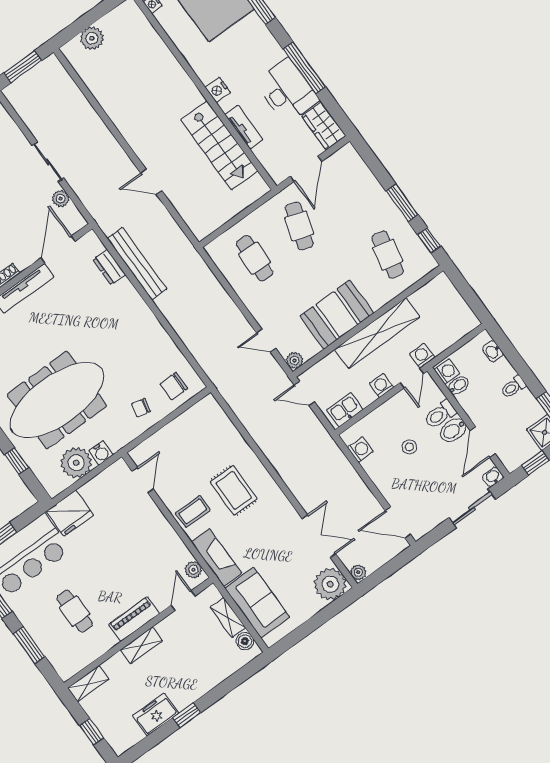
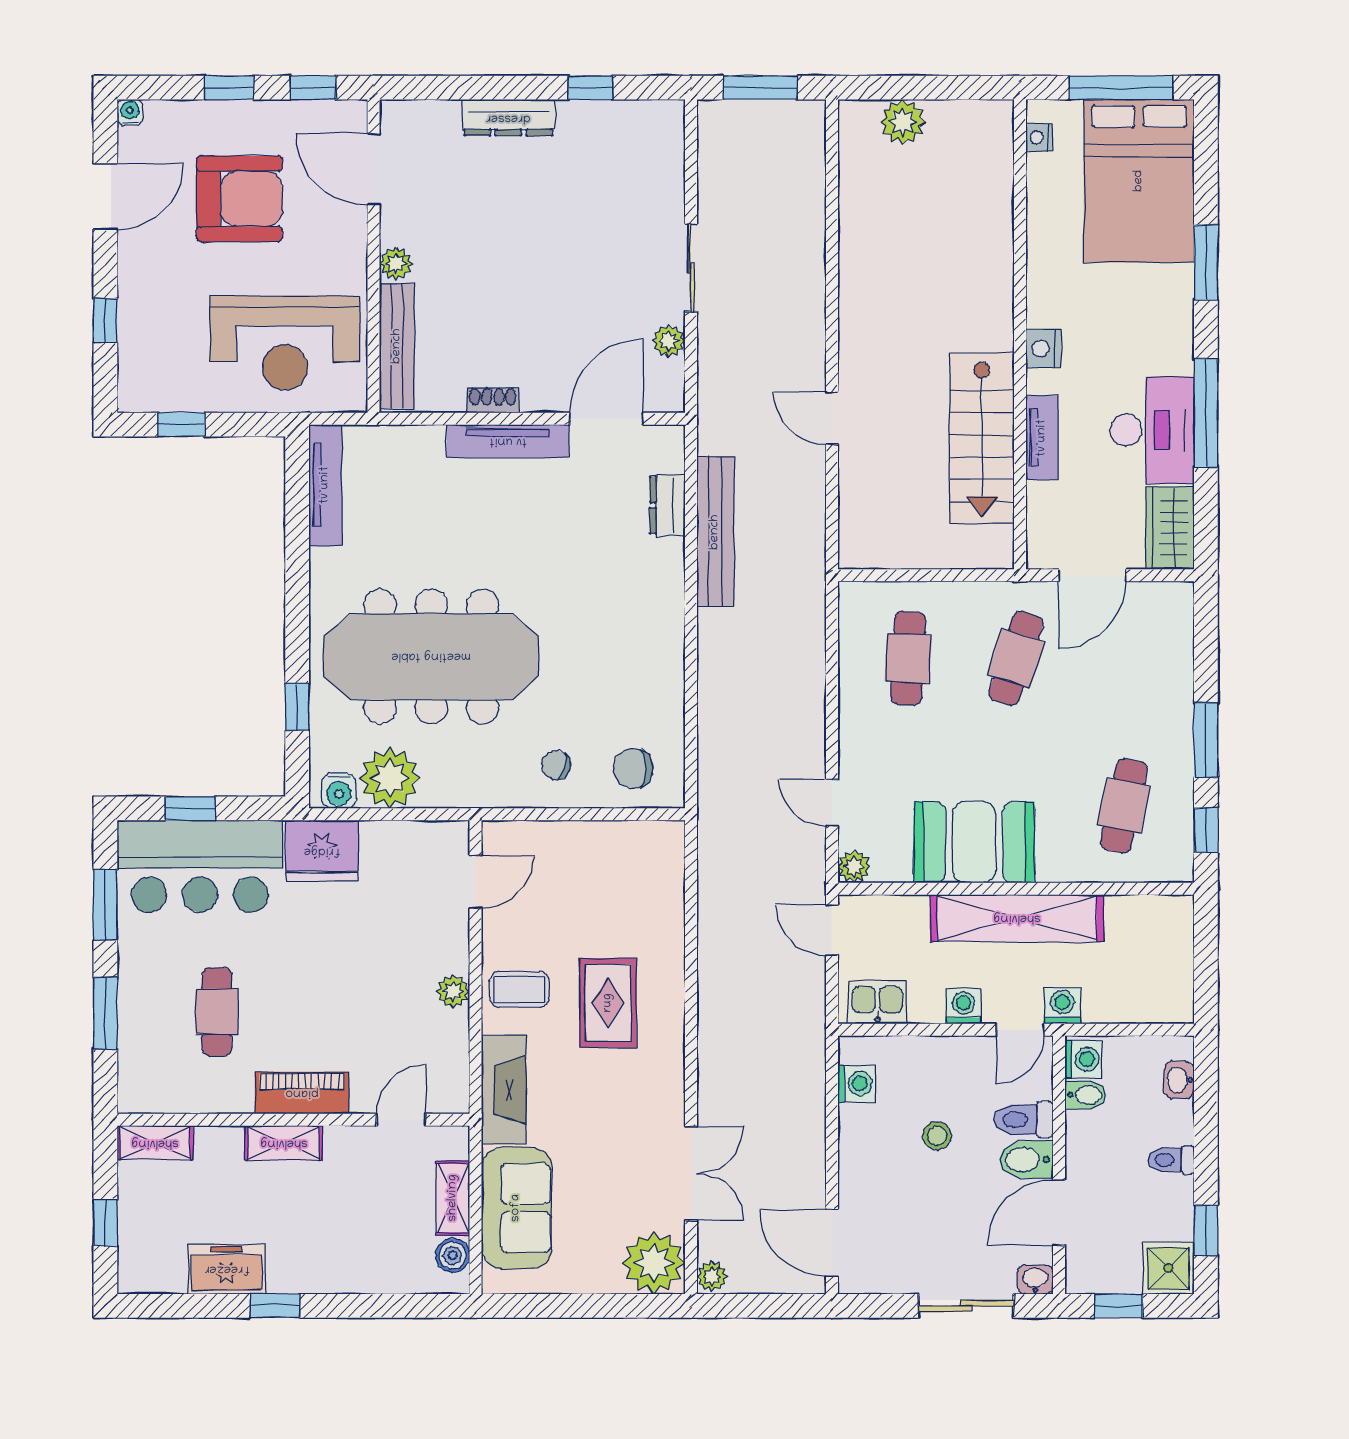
water cooler: (101, 453) -> (339, 791), moved
plant: (193, 570) -> (453, 991), moved

